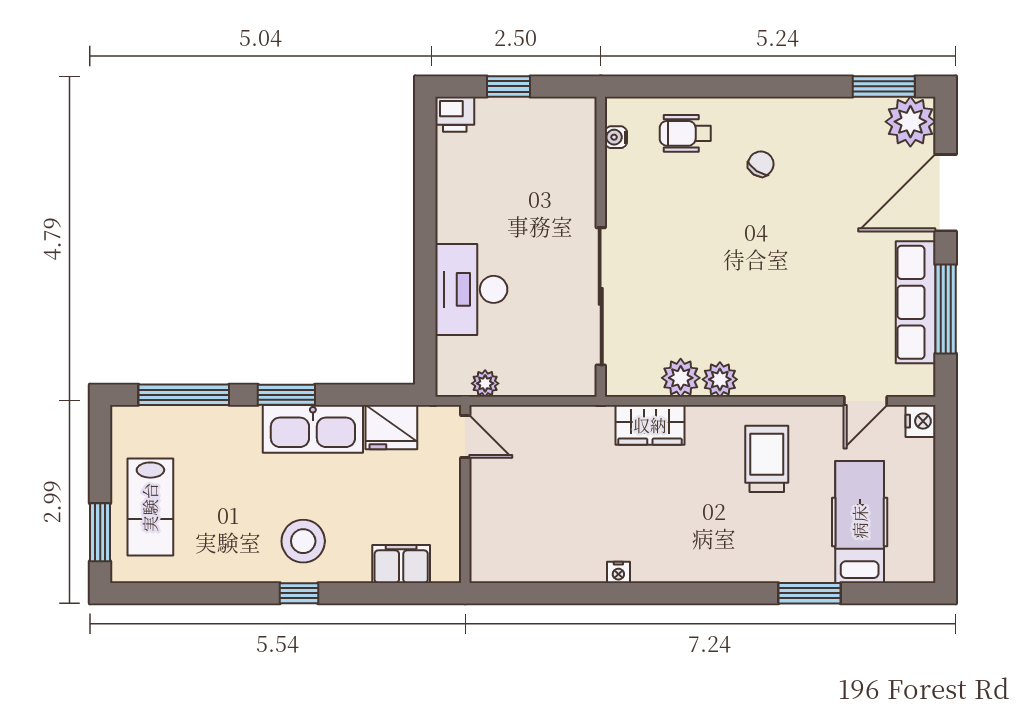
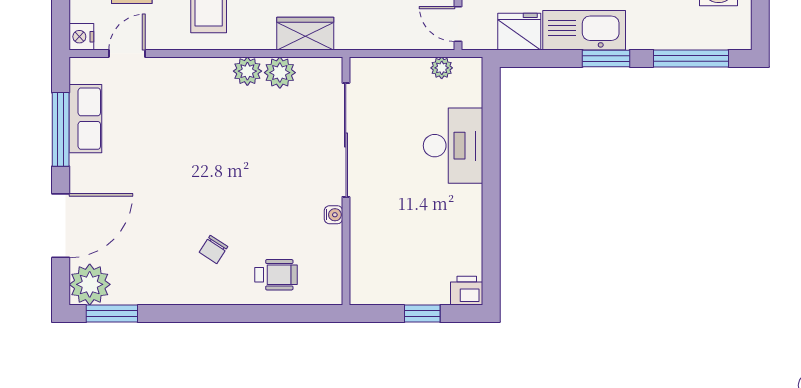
water cooler: (616, 137) -> (333, 215), moved
row of seats: (916, 302) -> (85, 119), width x0.68

